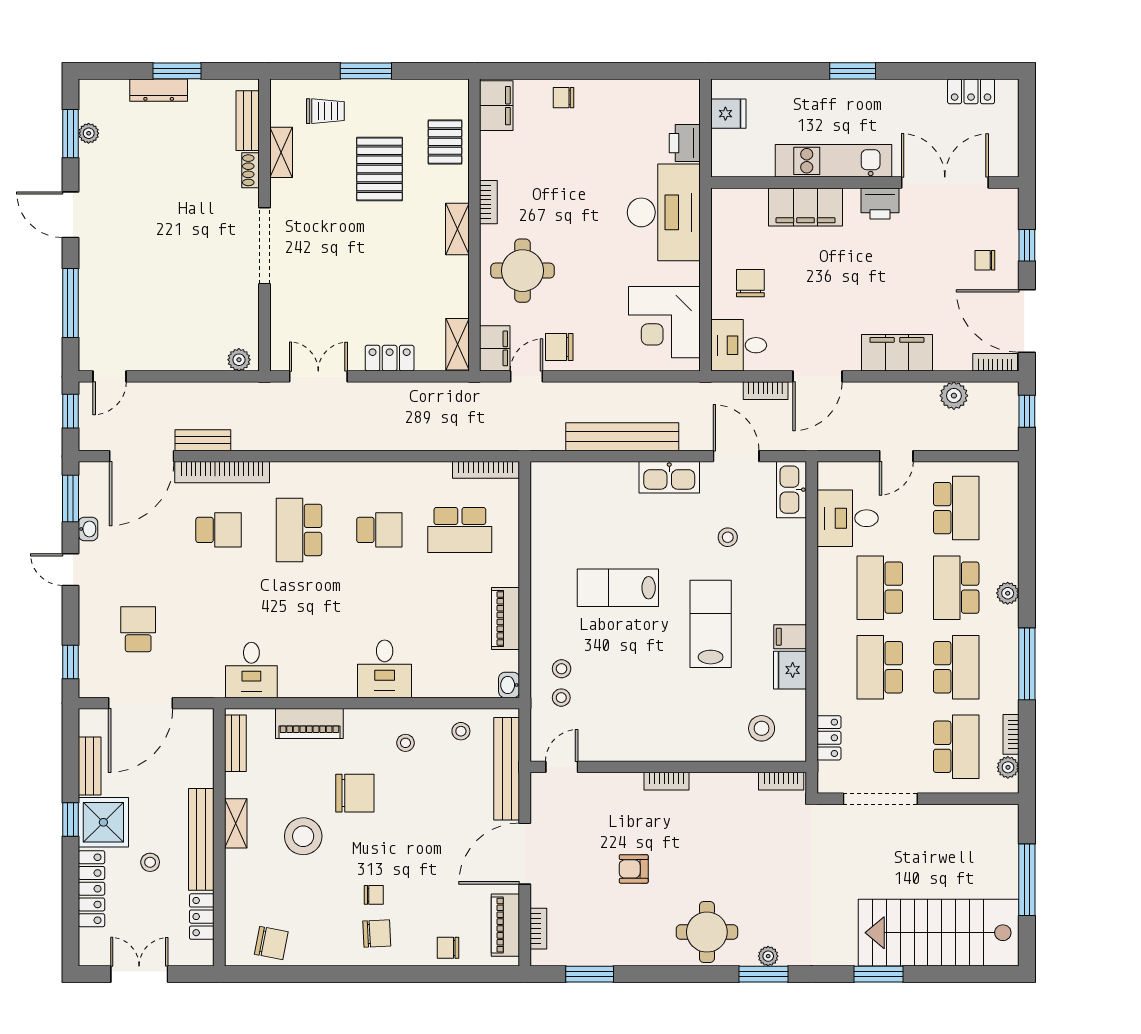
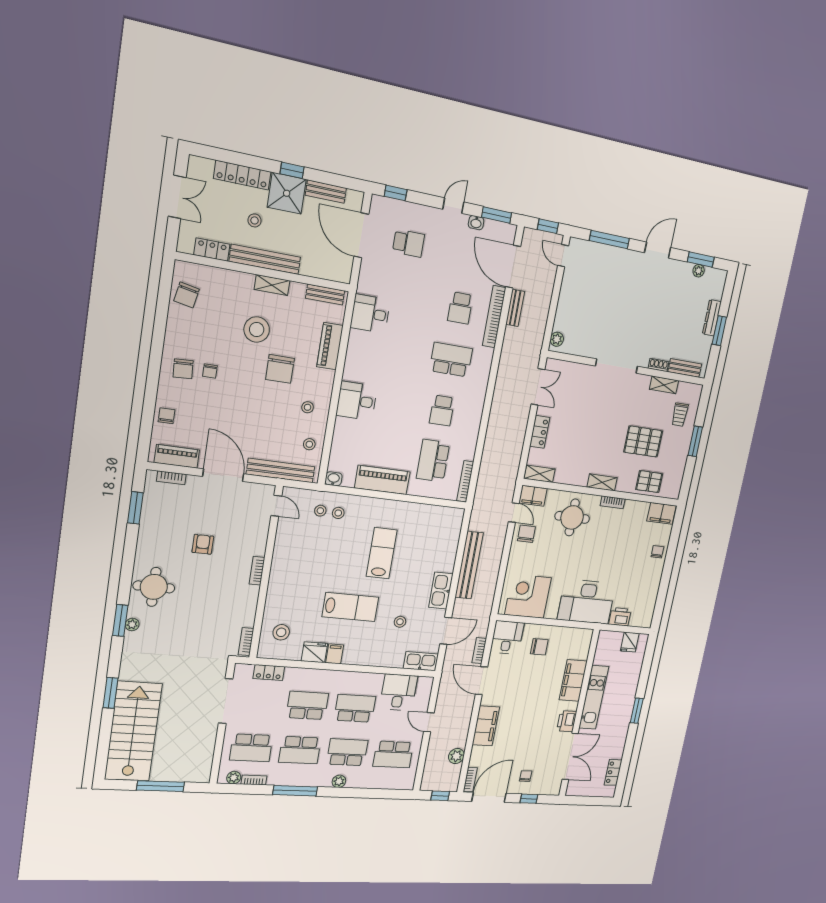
piano: (506, 618) -> (382, 480), width x1.37, depth x1.33

